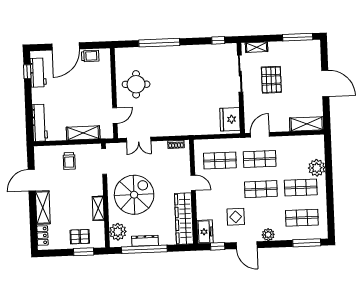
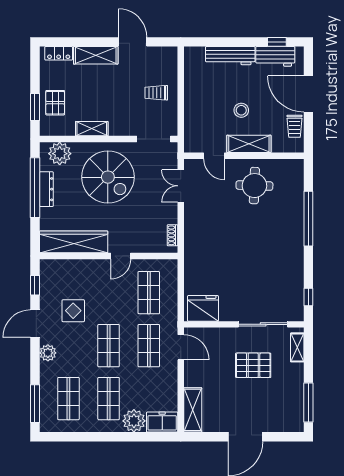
stool: (80, 96) -> (241, 110), added
workbench: (40, 123) -> (230, 56), moved
shelving: (83, 133) -> (249, 144), moved, turned 90
freezer: (205, 232) -> (162, 422), moved, turned 180

